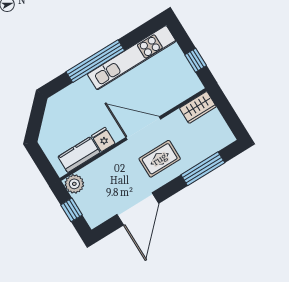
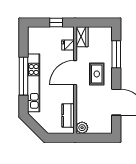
kitchen unit: (132, 58) -> (34, 83), moved
fridge: (103, 139) -> (68, 45), moved
window: (71, 210) -> (95, 138), removed

